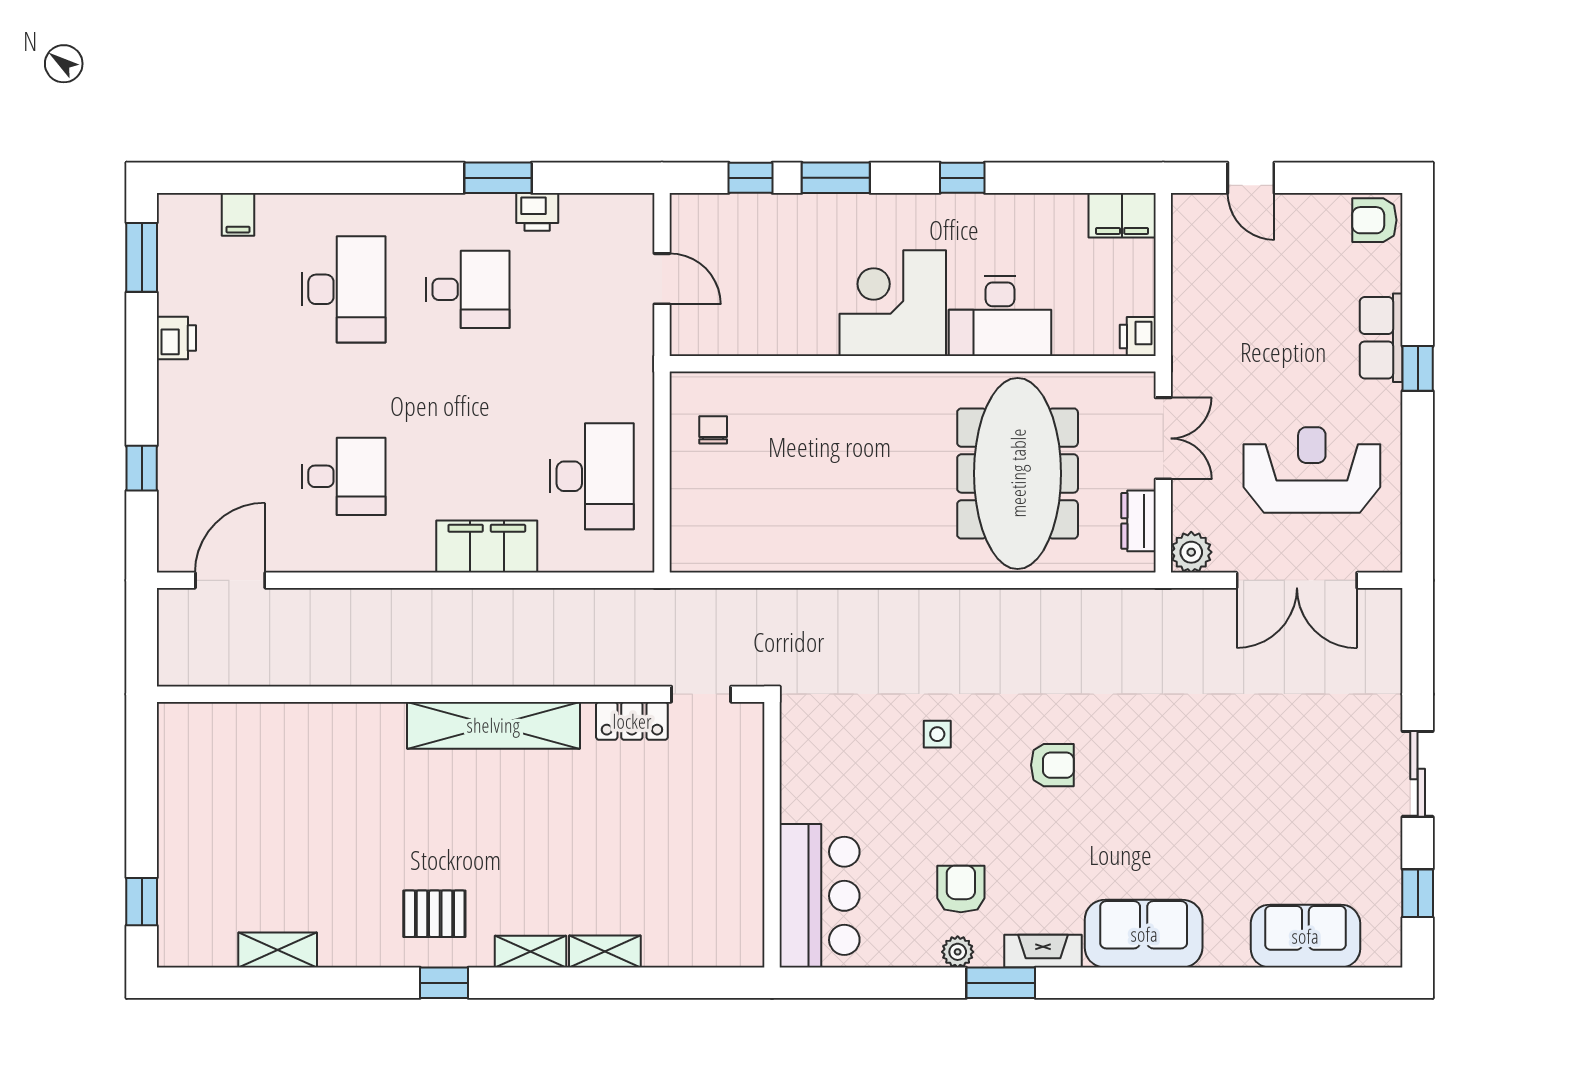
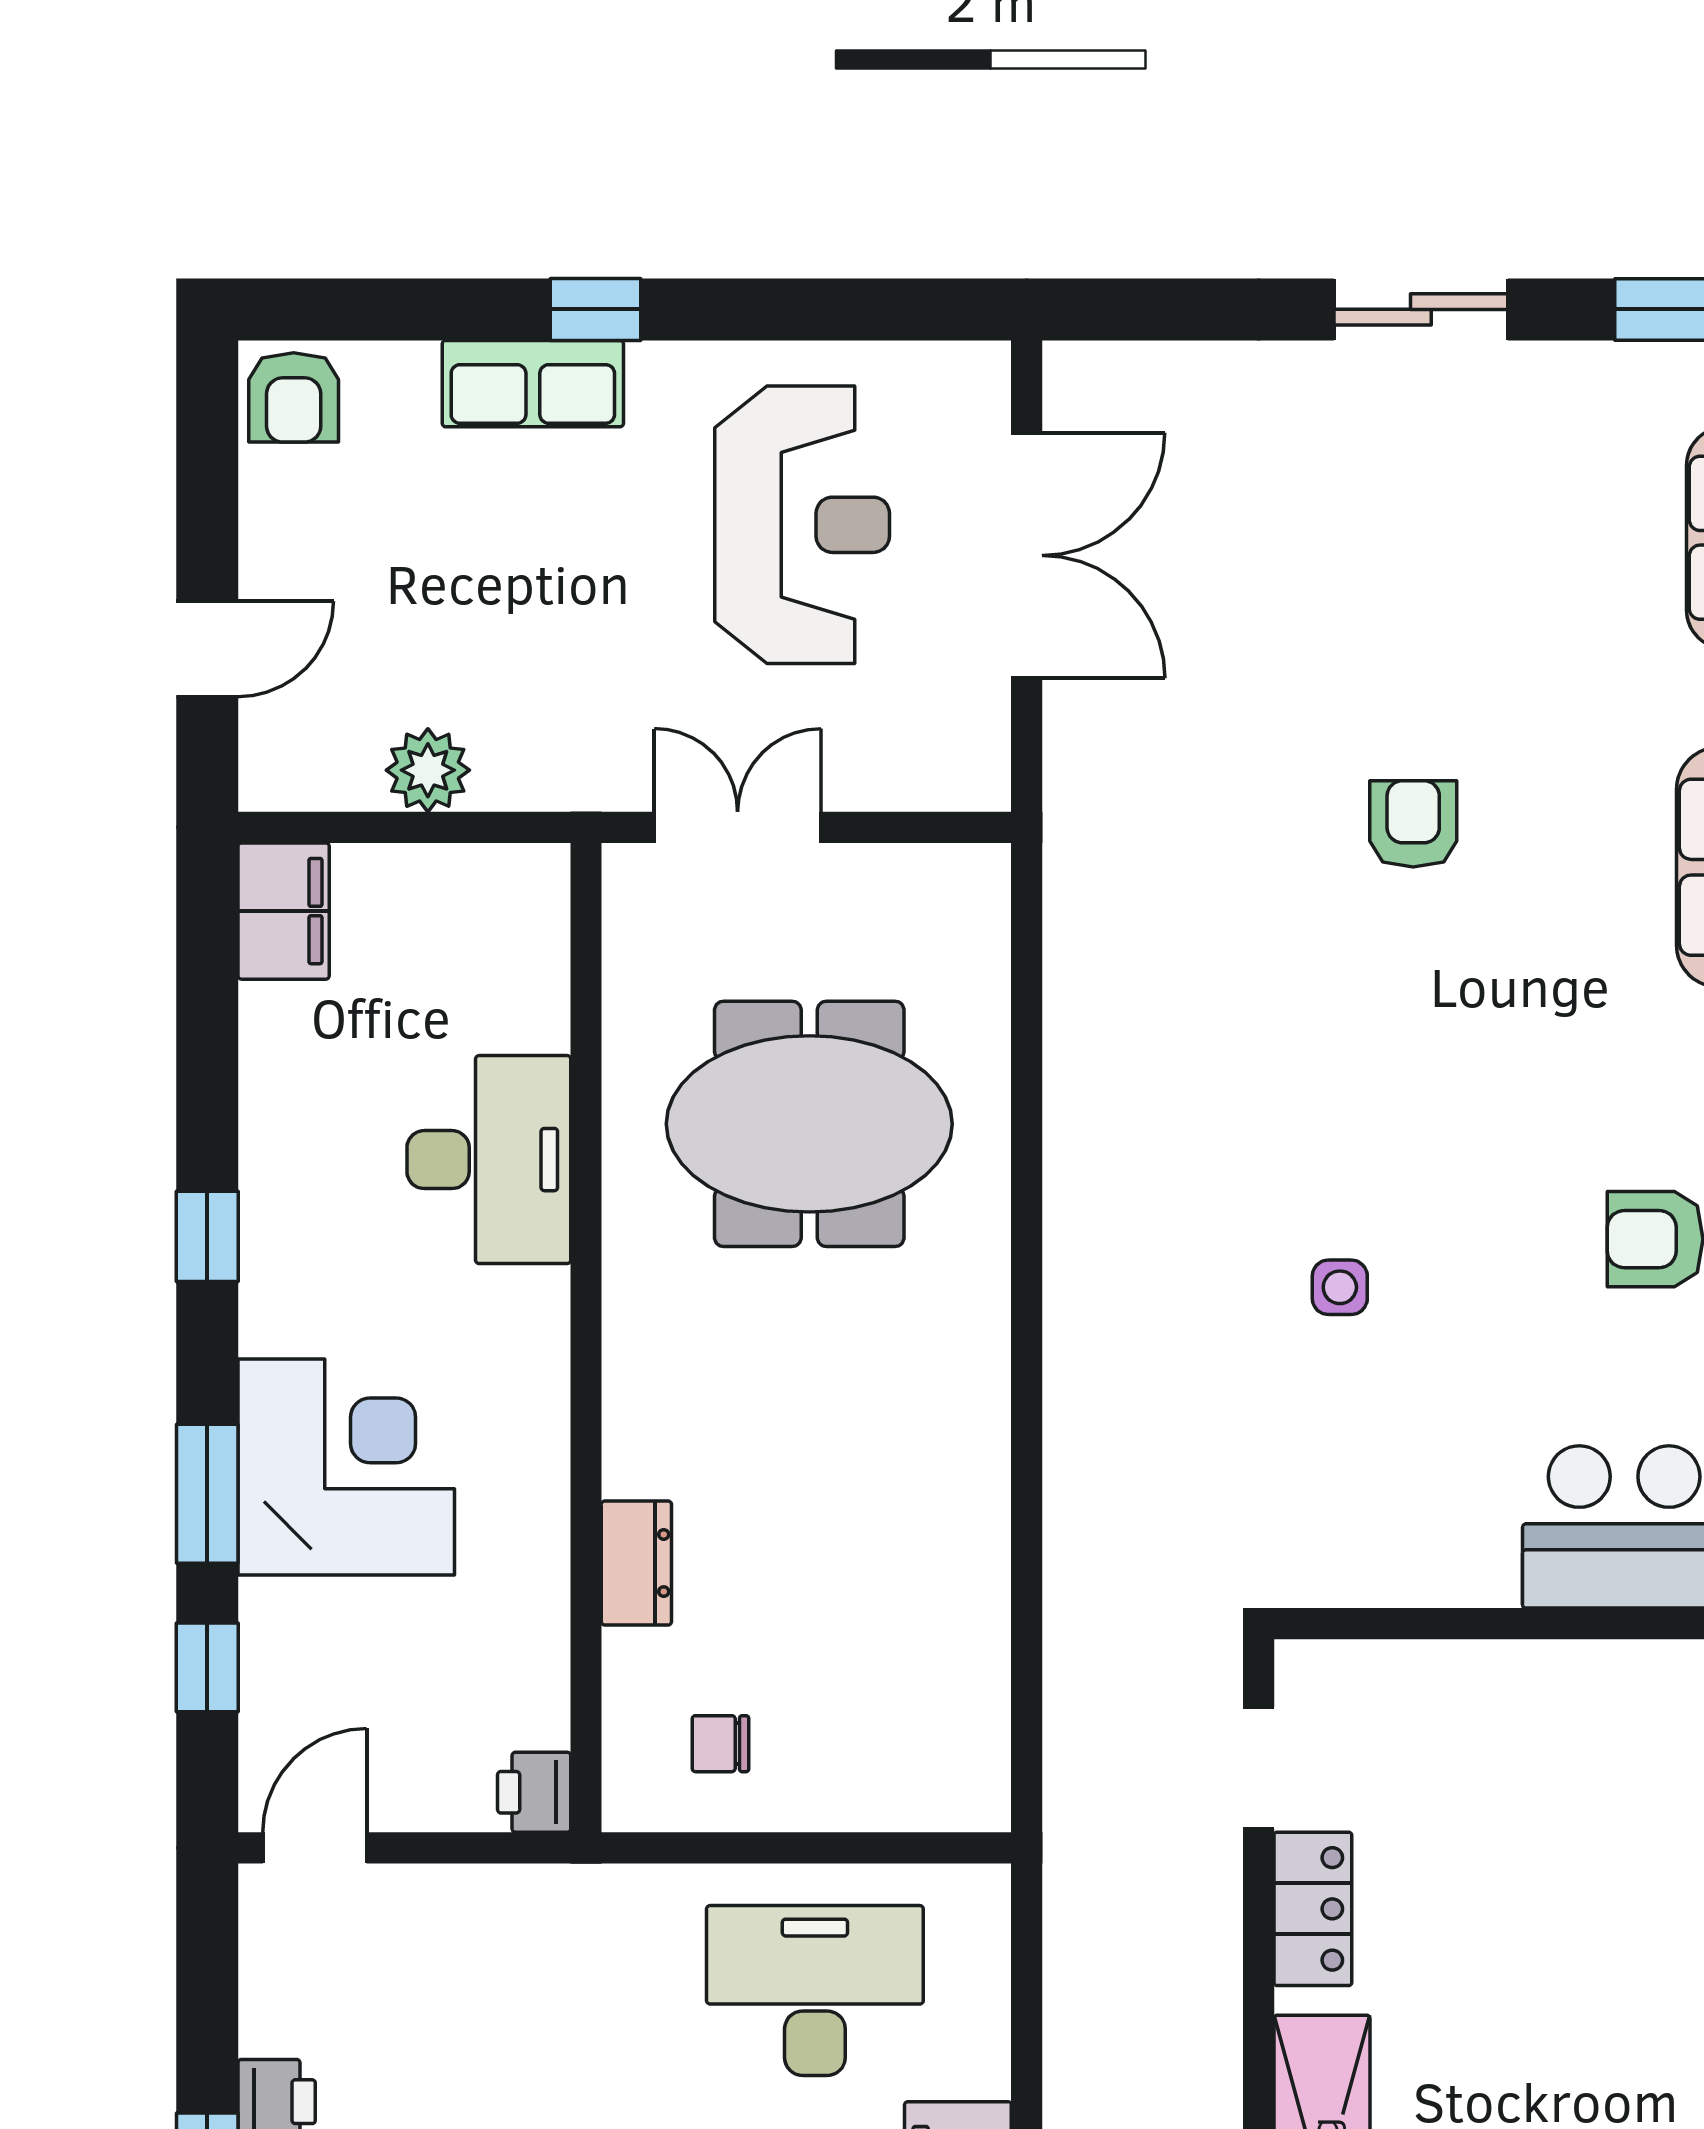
door: (662, 279) -> (315, 1848), moved
corner desk: (893, 303) -> (346, 1467), moved, turned 180
printer: (1138, 337) -> (534, 1792), moved, turned 90
reception desk: (1312, 470) -> (802, 525), turned 180
meeting table: (1018, 473) -> (809, 1124), width x0.73
dresser: (1138, 521) -> (636, 1563), moved, turned -90
plant: (1191, 552) -> (428, 770), moved
armchair: (1052, 765) -> (1413, 824), moved

